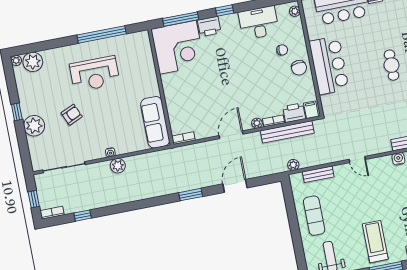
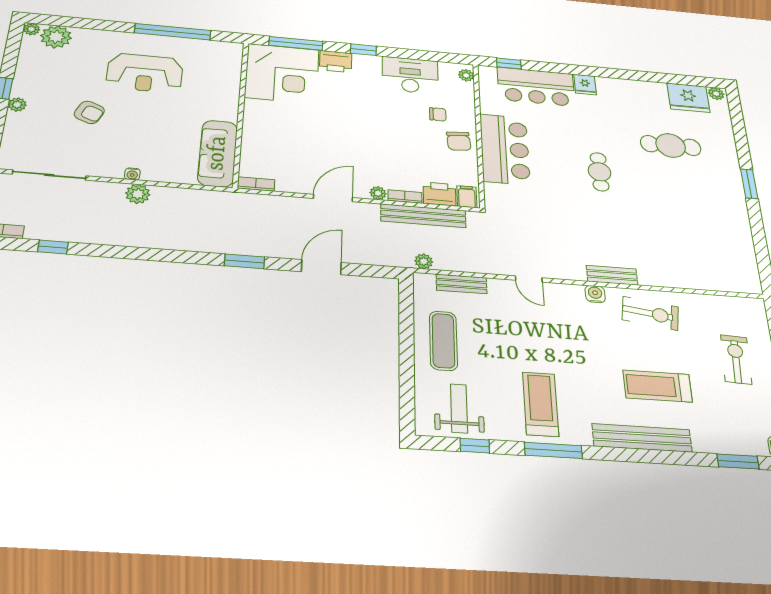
armchair: (72, 115) -> (89, 112), turned 47
plant: (34, 126) -> (17, 105), width x0.53, depth x0.53

